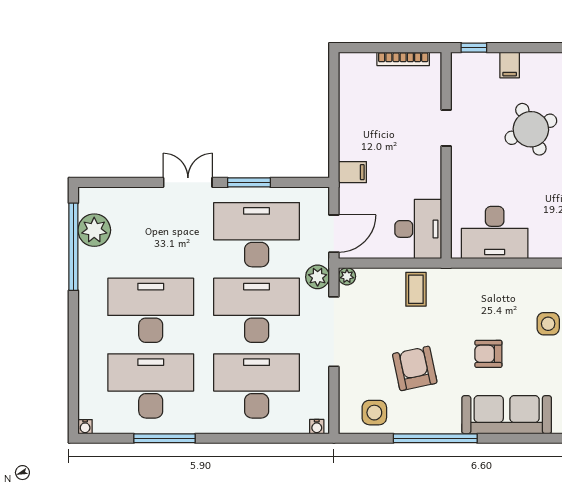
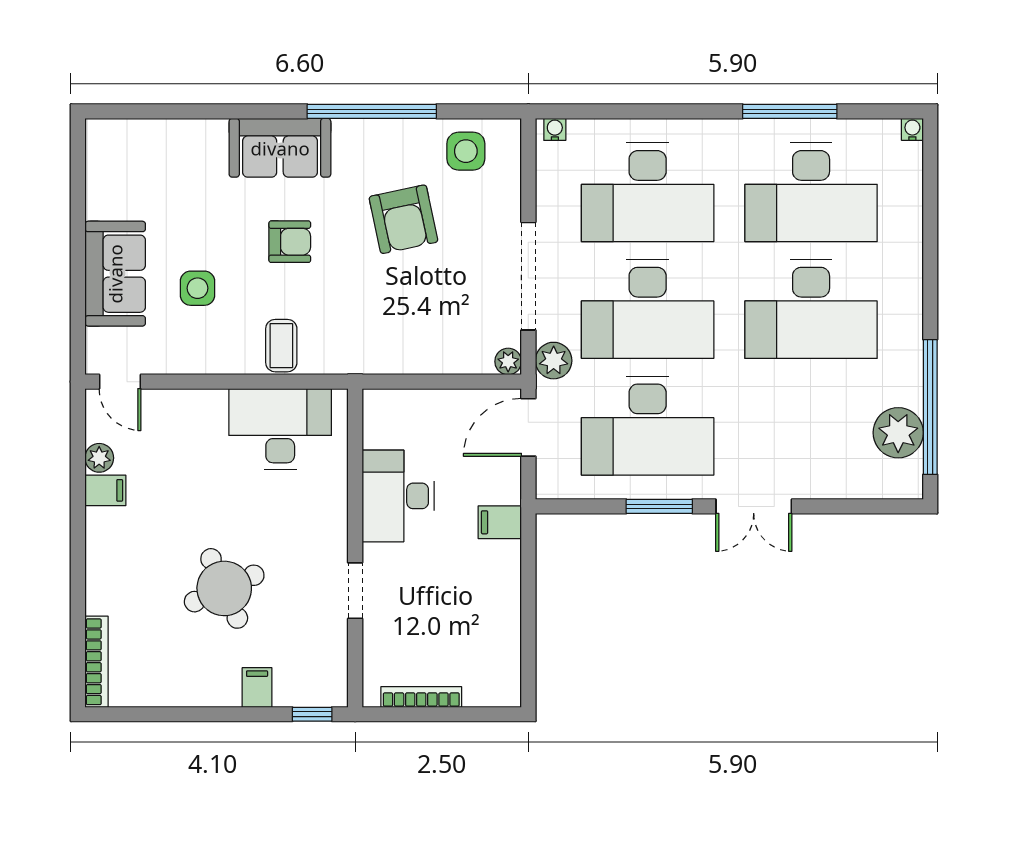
desk: (418, 229) -> (398, 496), moved
coffee table: (416, 289) -> (281, 346), moved
sofa: (507, 415) -> (280, 148), width x0.73

